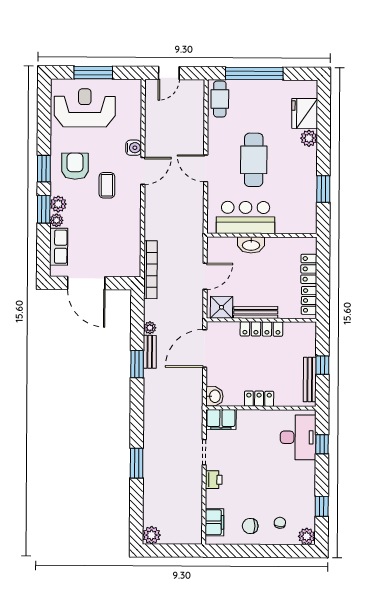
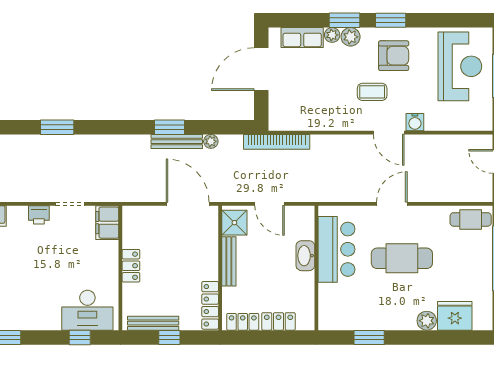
locker: (261, 329) -> (210, 305), moved
bench: (150, 352) -> (177, 142), width x1.36
washbasin: (214, 396) -> (134, 215), removed

